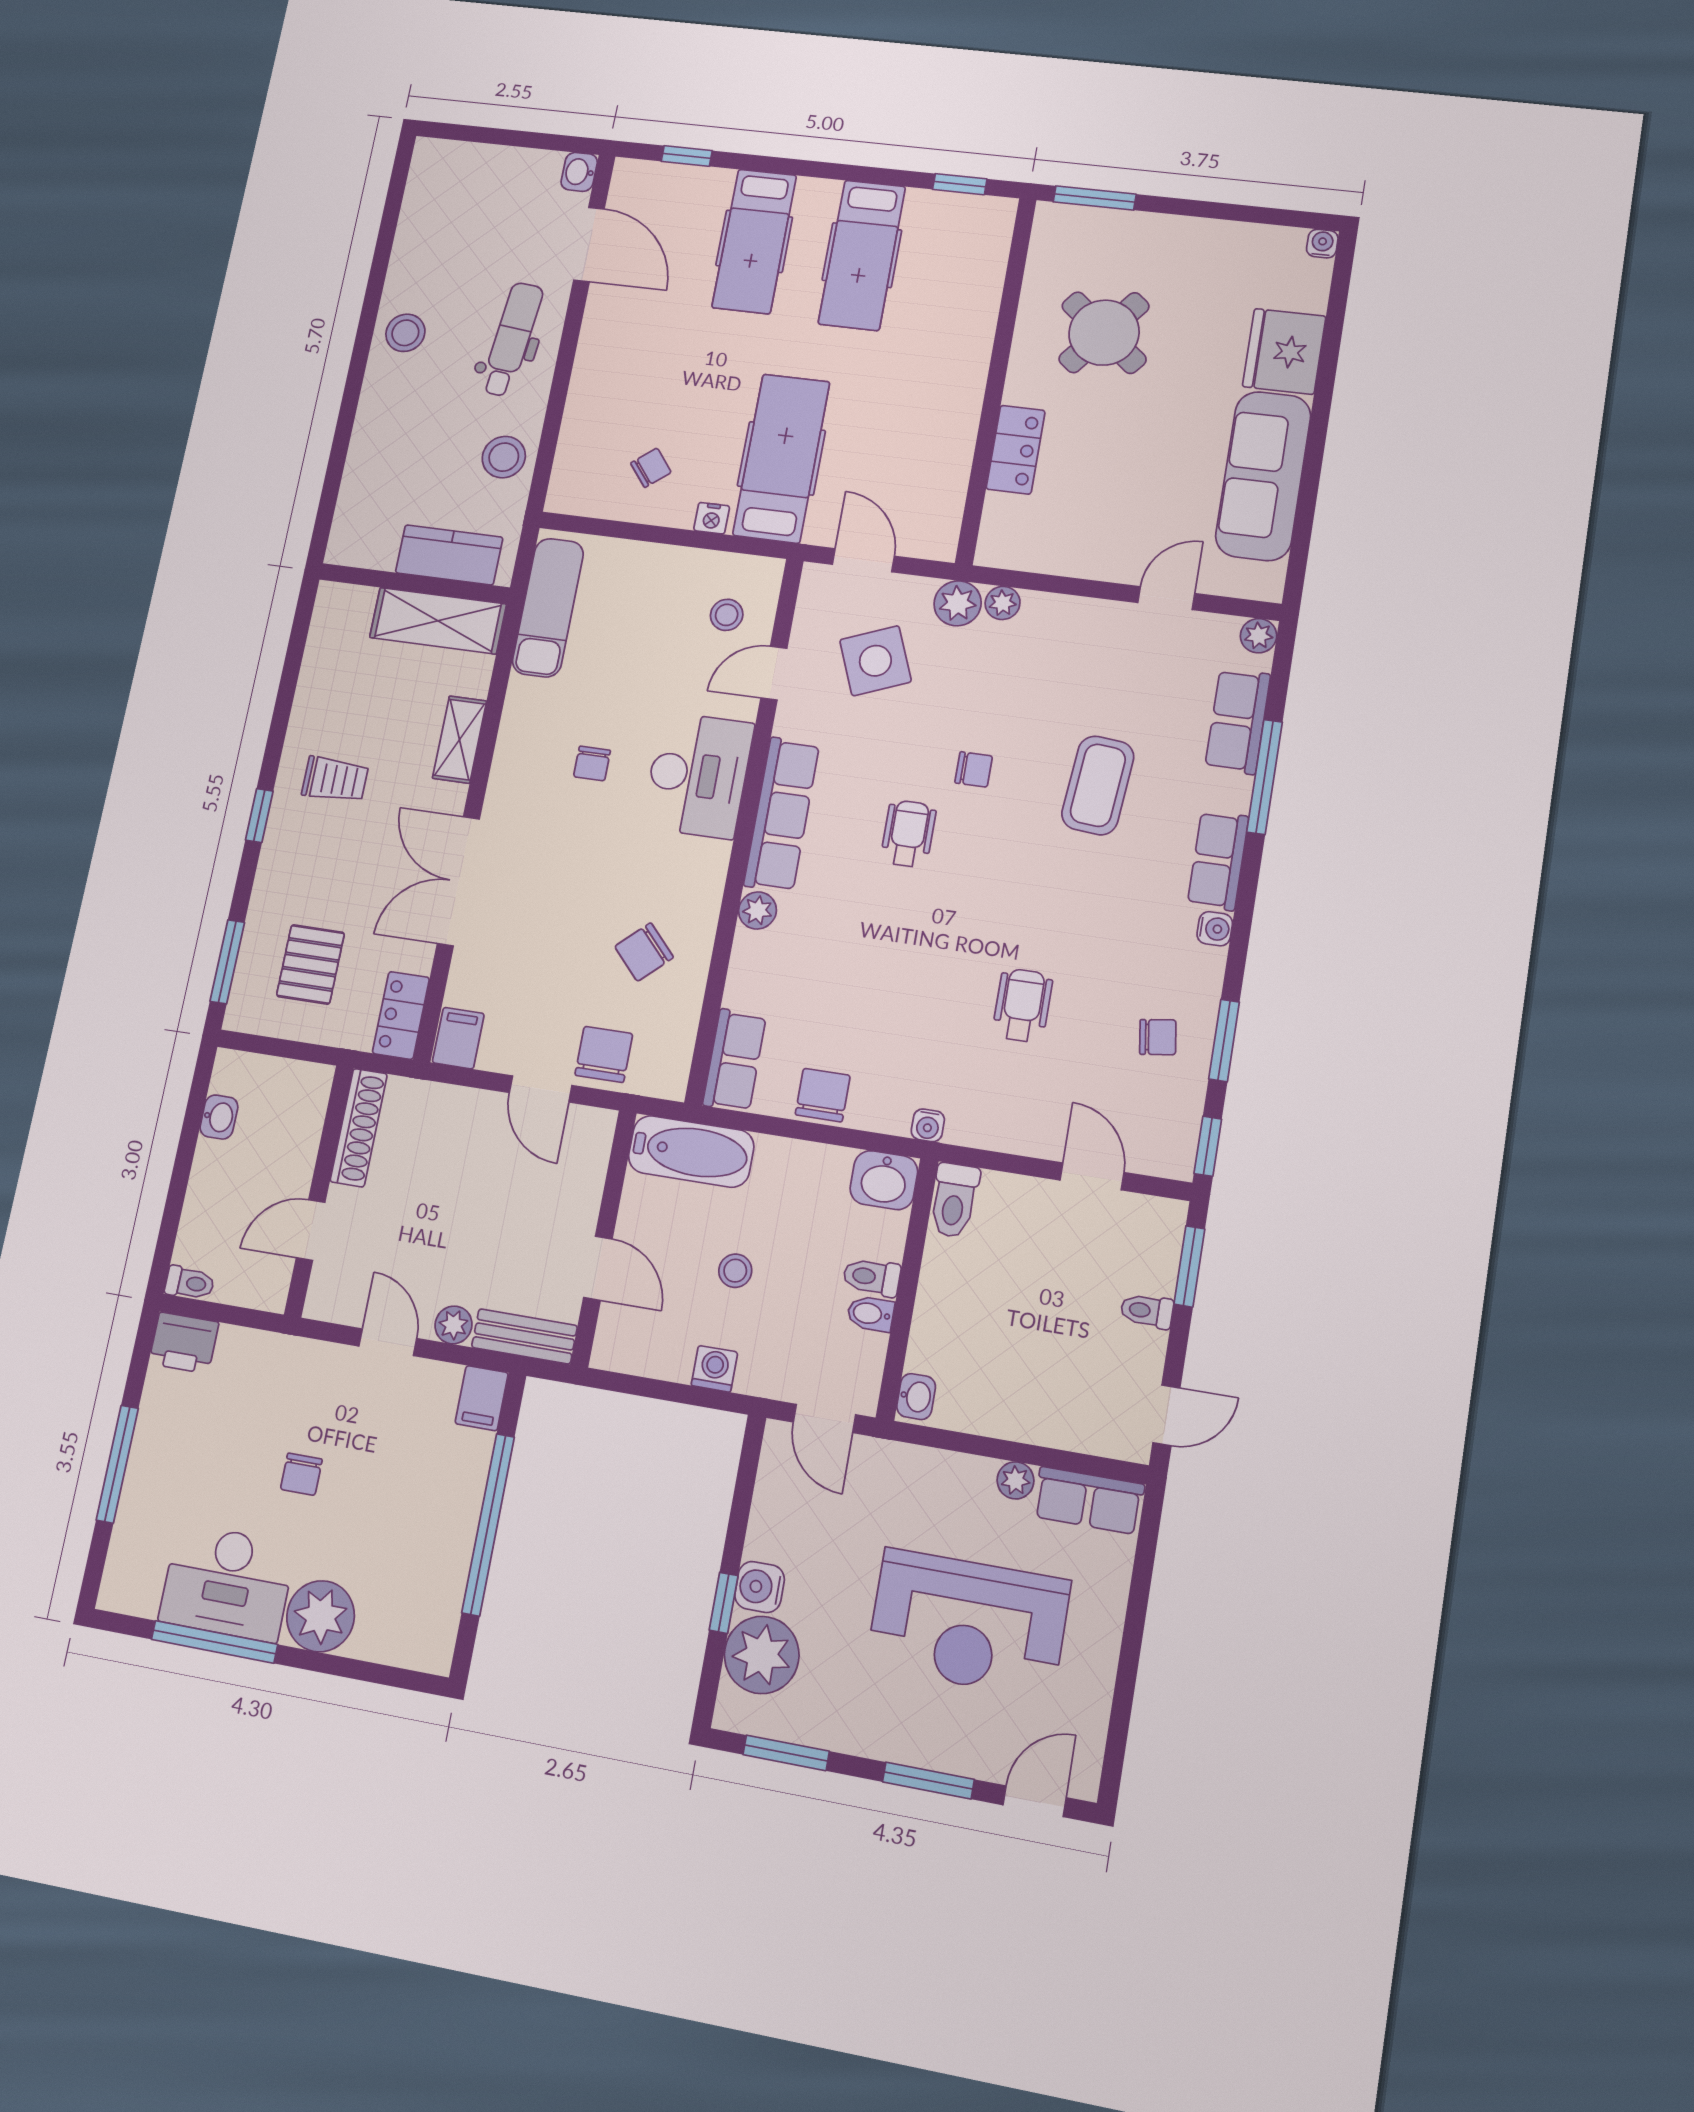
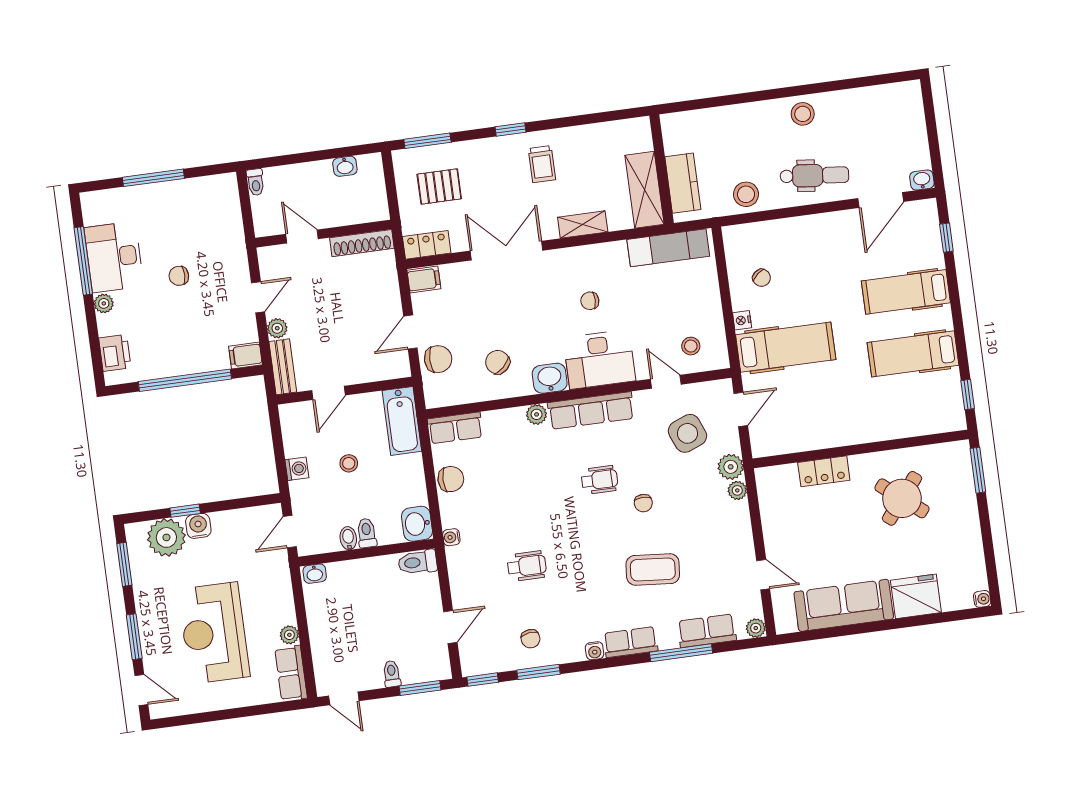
washbasin: (702, 870) -> (550, 378), added
printer: (184, 1343) -> (115, 353), moved, turned 180
plant: (321, 1616) -> (104, 303), width x0.53, depth x0.53

